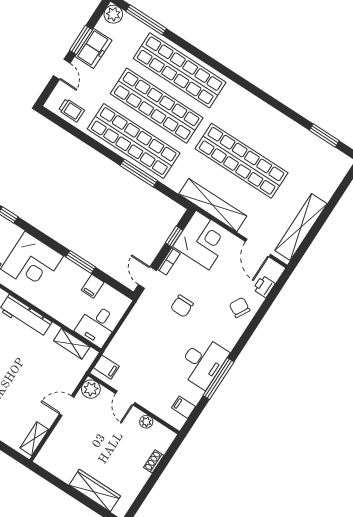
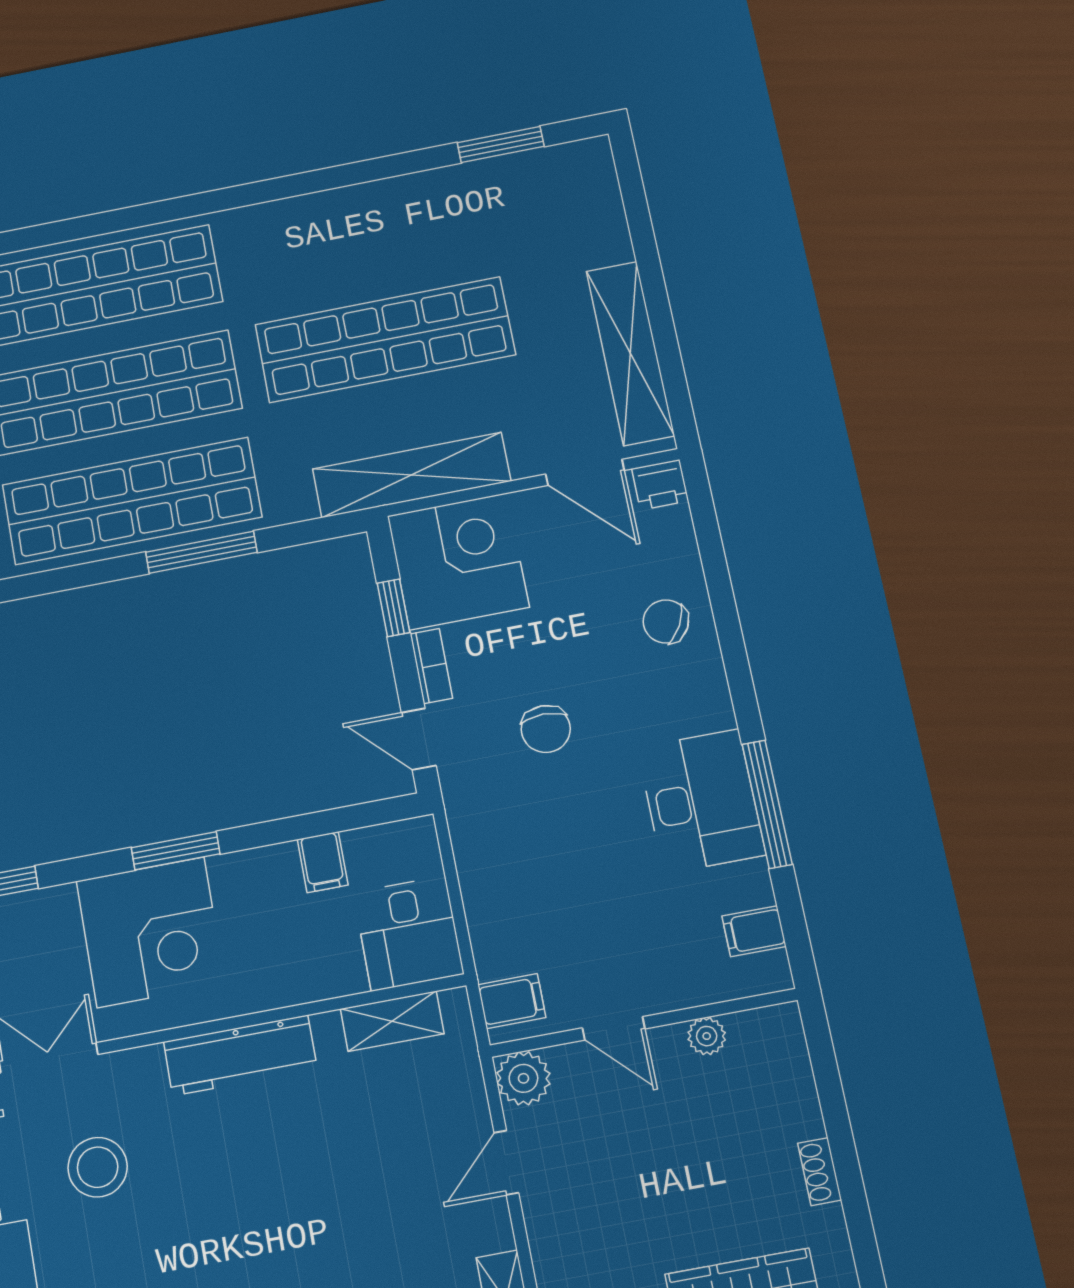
window: (81, 262) -> (176, 851), moved
printer: (264, 286) -> (660, 485), moved, turned -90
shoe rack: (154, 461) -> (820, 1172), moved

